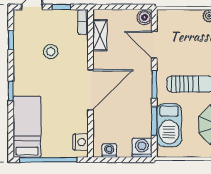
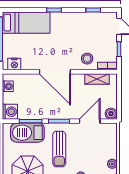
stool: (51, 52) -> (87, 59), moved

